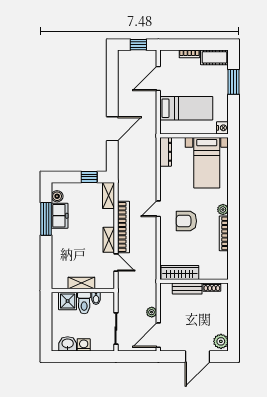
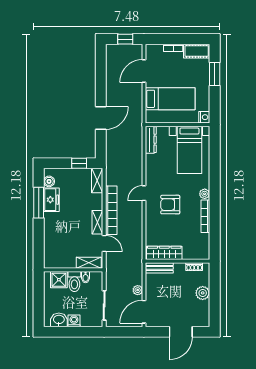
shelving: (81, 283) -> (89, 263), moved
bench: (187, 289) -> (159, 268), moved
plant: (221, 341) -> (203, 293), moved

